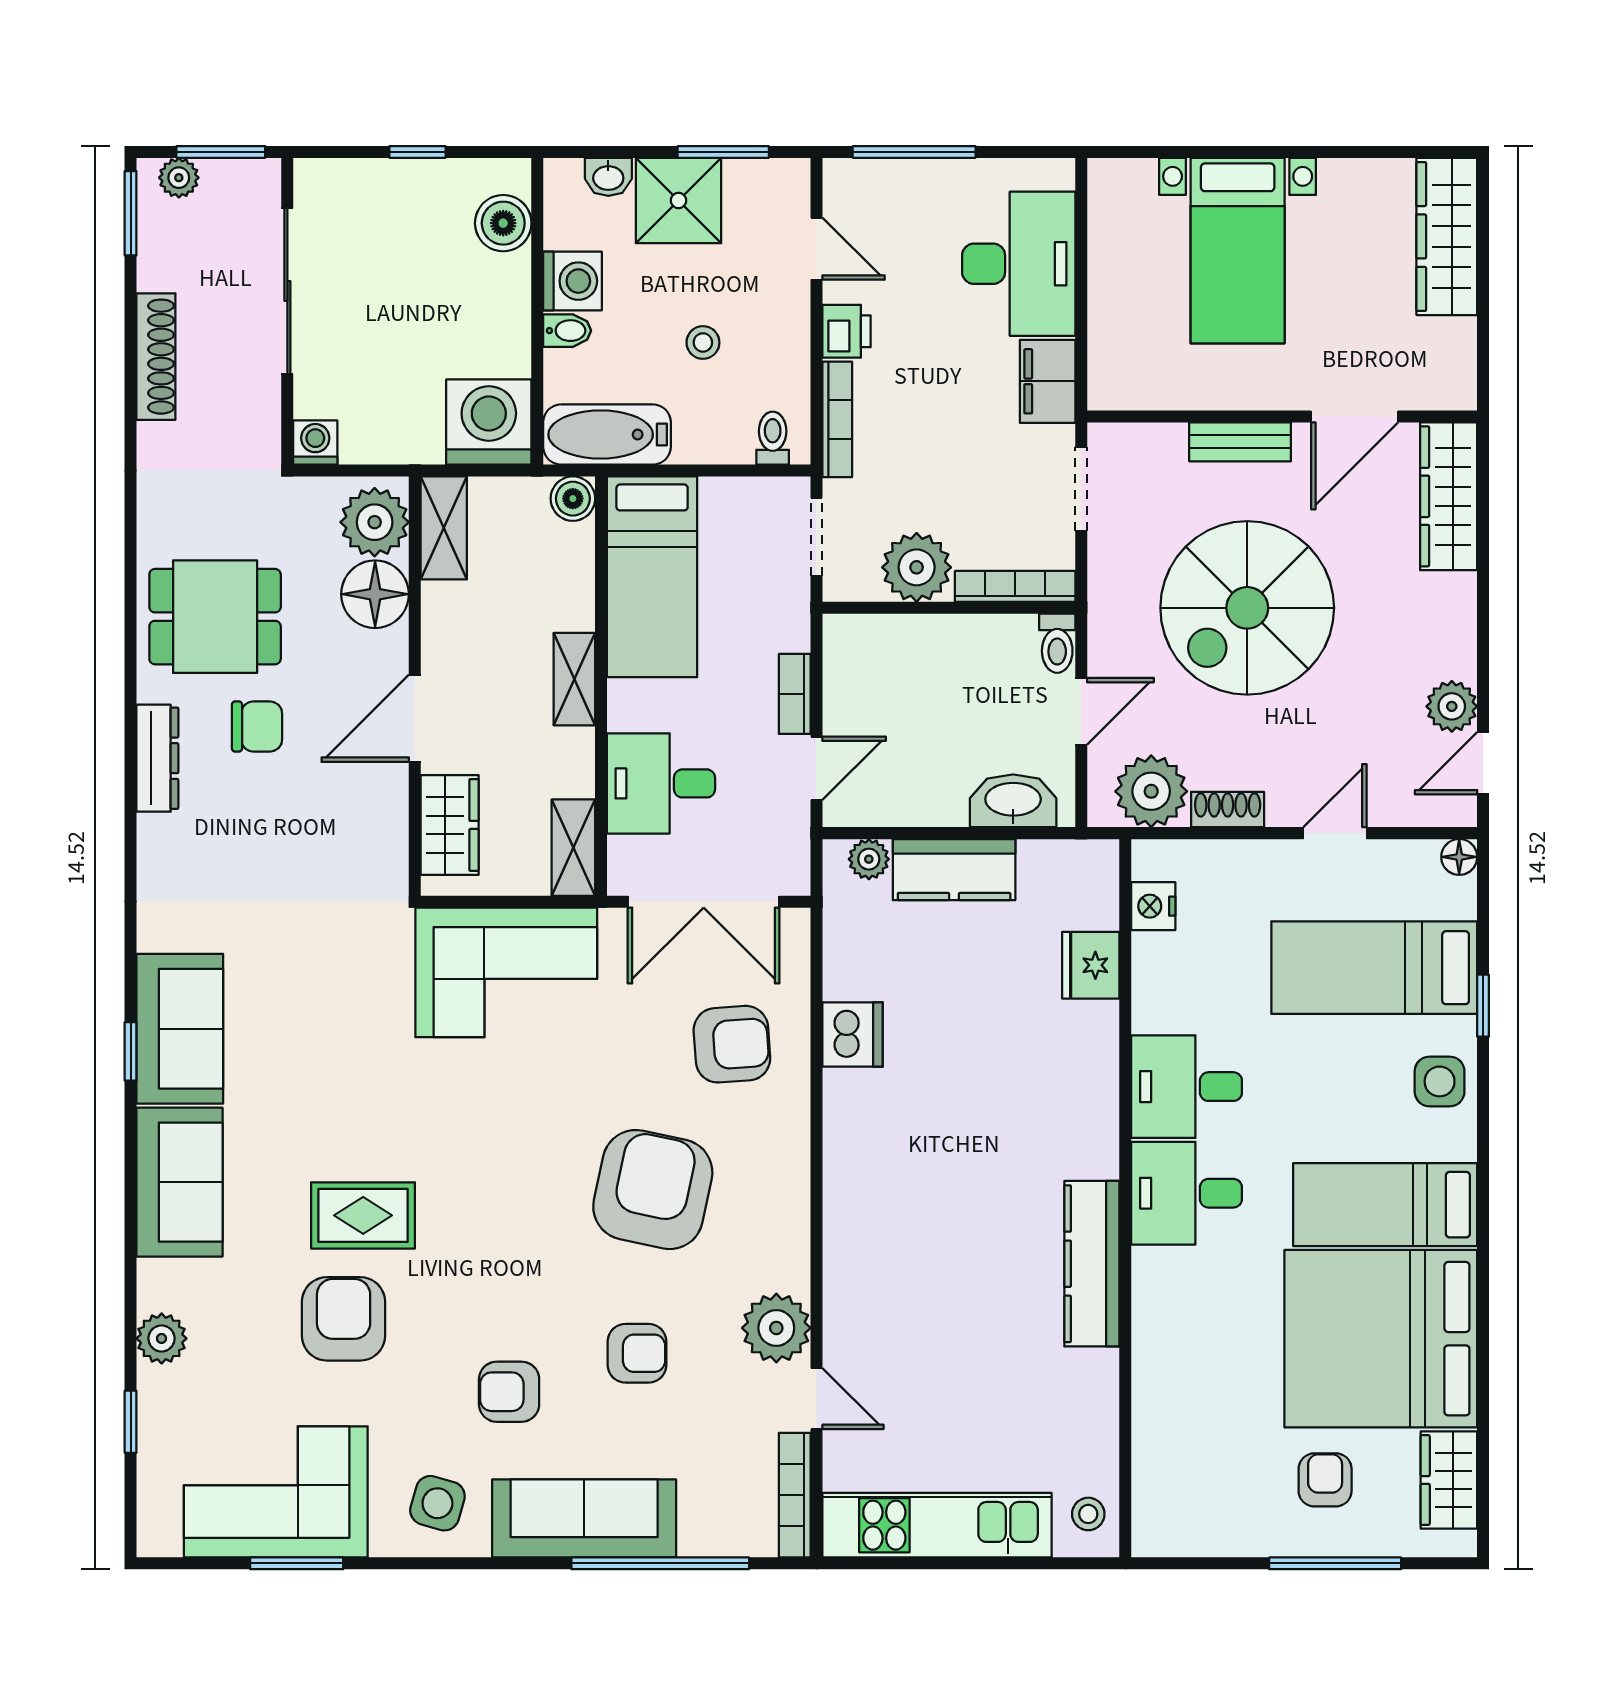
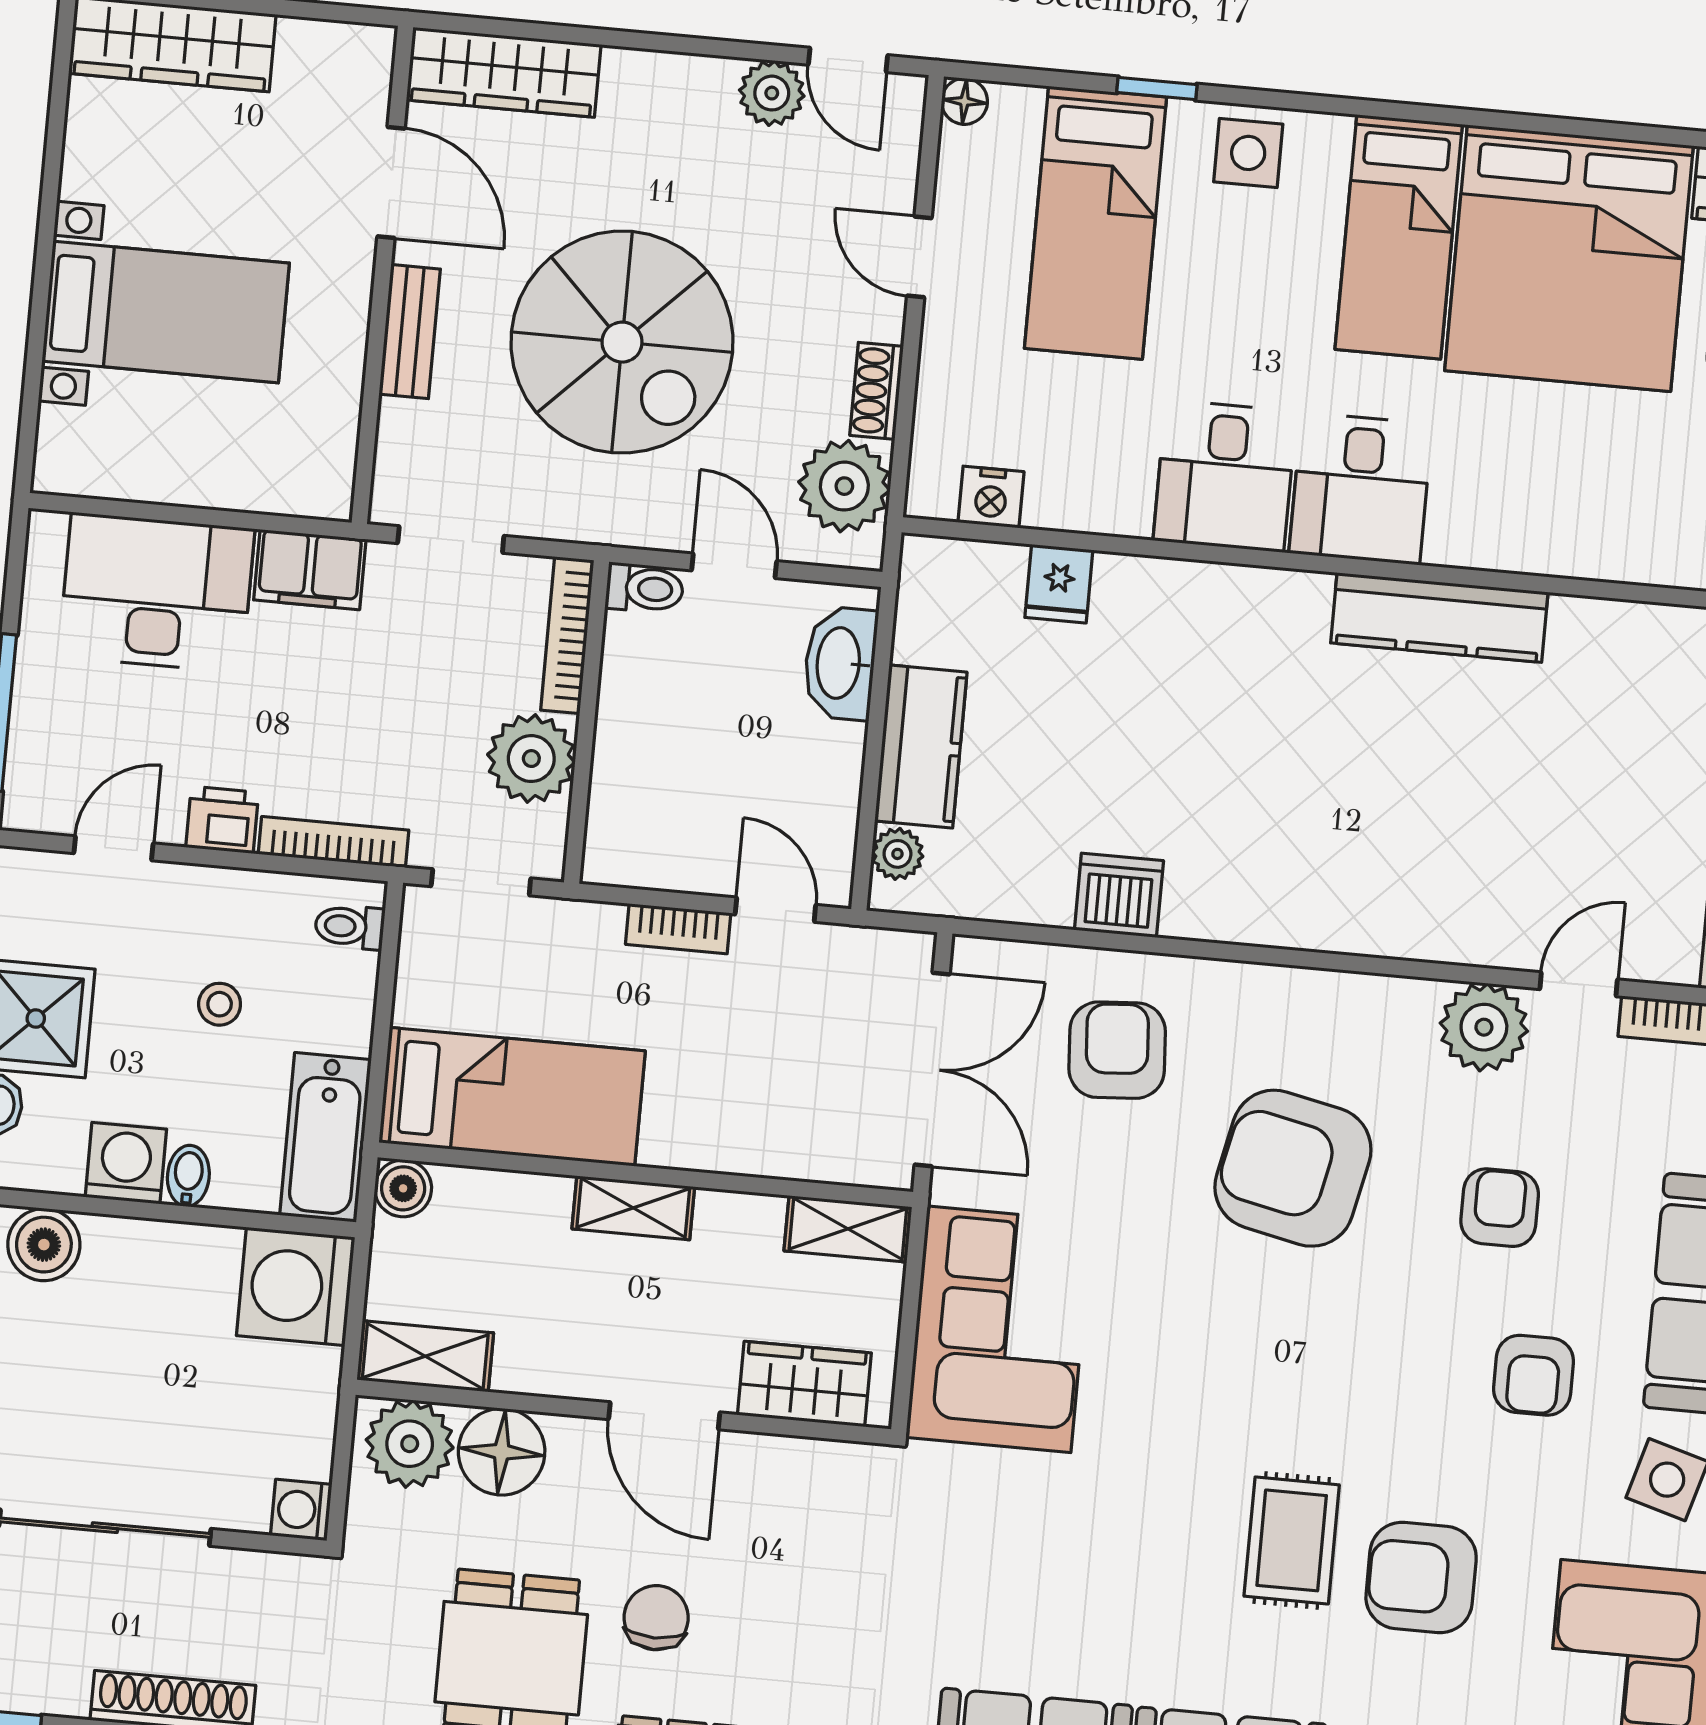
desk: (661, 783) -> (776, 1110), removed
fridge: (1091, 965) -> (1059, 584), width x0.72

